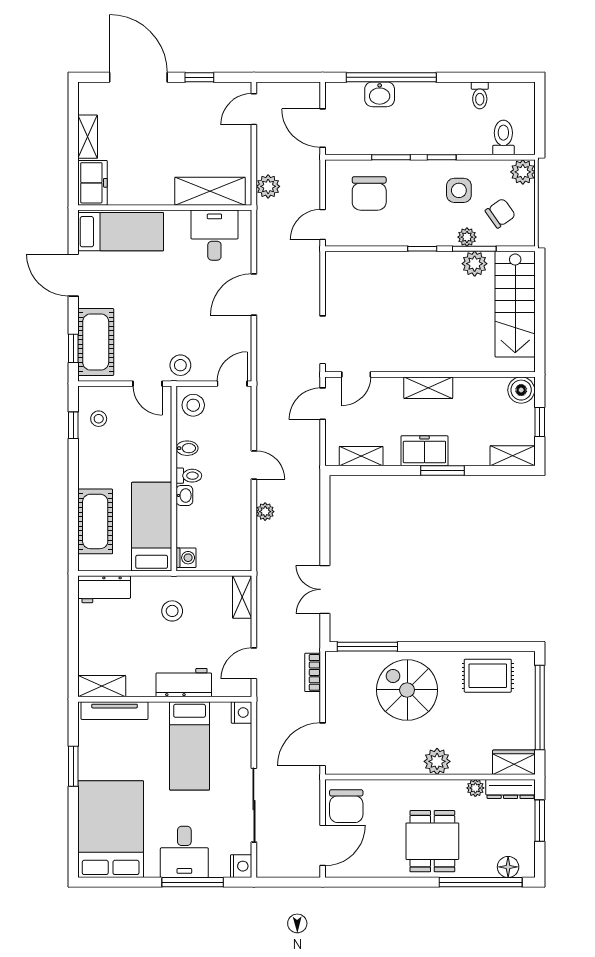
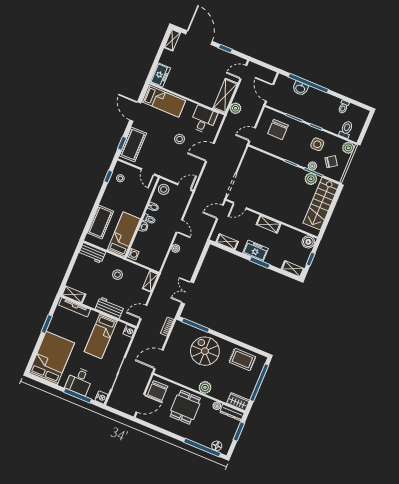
shelving: (88, 137) -> (172, 40), moved
shelving: (210, 191) -> (225, 96), moved, turned 90
stool: (180, 365) -> (180, 139), moved
dining table: (432, 841) -> (185, 407), moved

